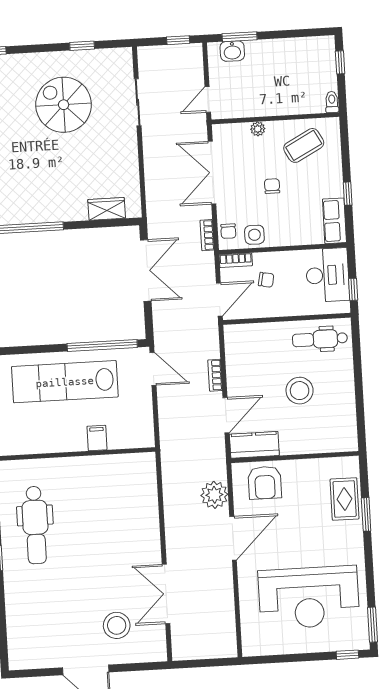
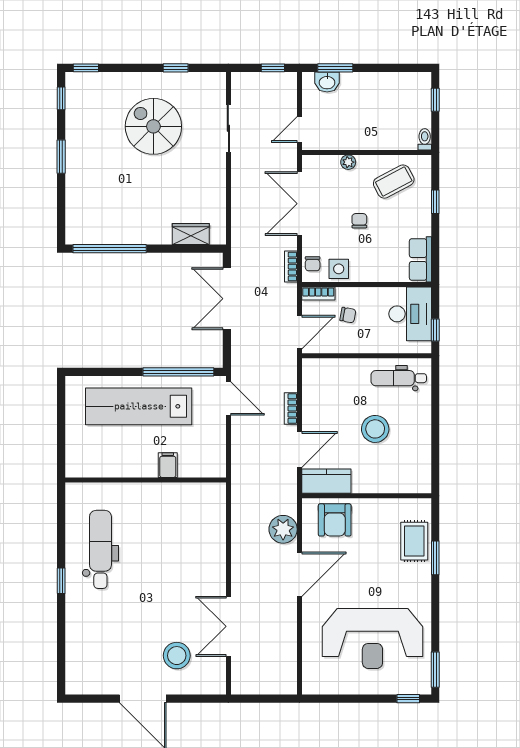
window: (348, 194) -> (435, 202), moved
double door: (146, 271) -> (227, 299), swing flipped
dental chair: (35, 525) -> (100, 549), turned 180

